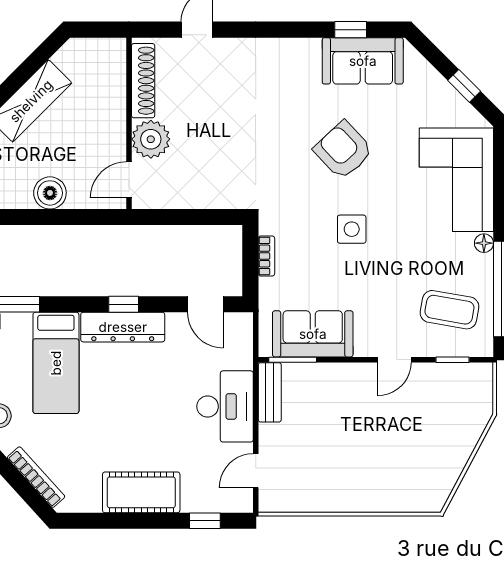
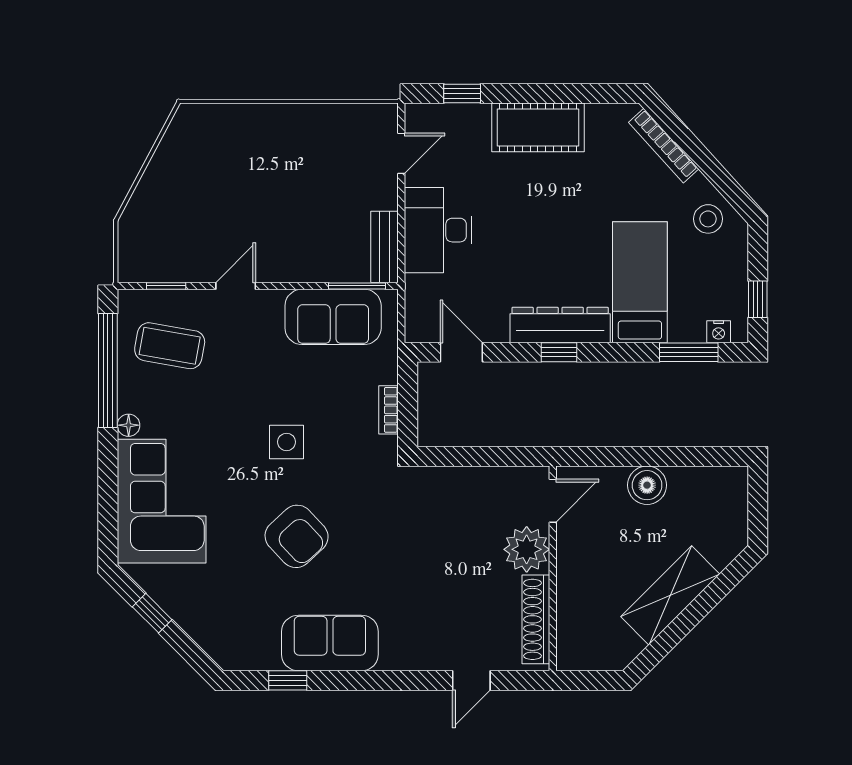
sofa: (363, 61) -> (330, 643), moved

